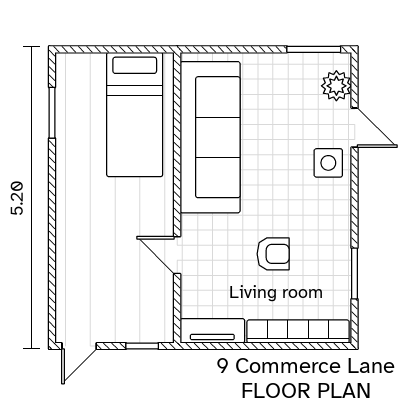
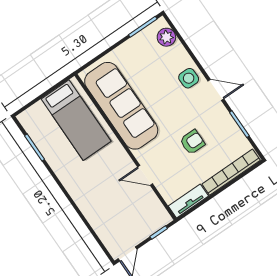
door: (355, 128) -> (216, 90), moved

